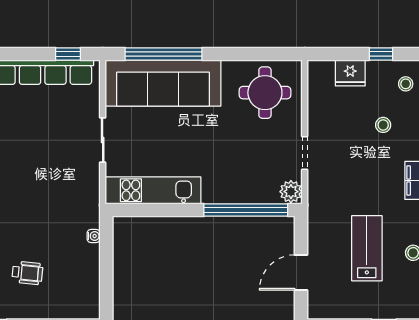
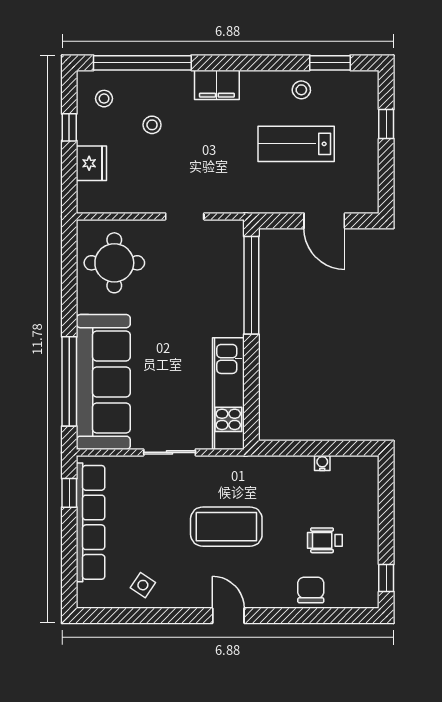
coffee table: (39, 189) -> (226, 527), added
plant: (291, 192) -> (230, 232), removed
water cooler: (94, 236) -> (322, 463), moved
wheelchair: (27, 273) -> (325, 540), turned -96

